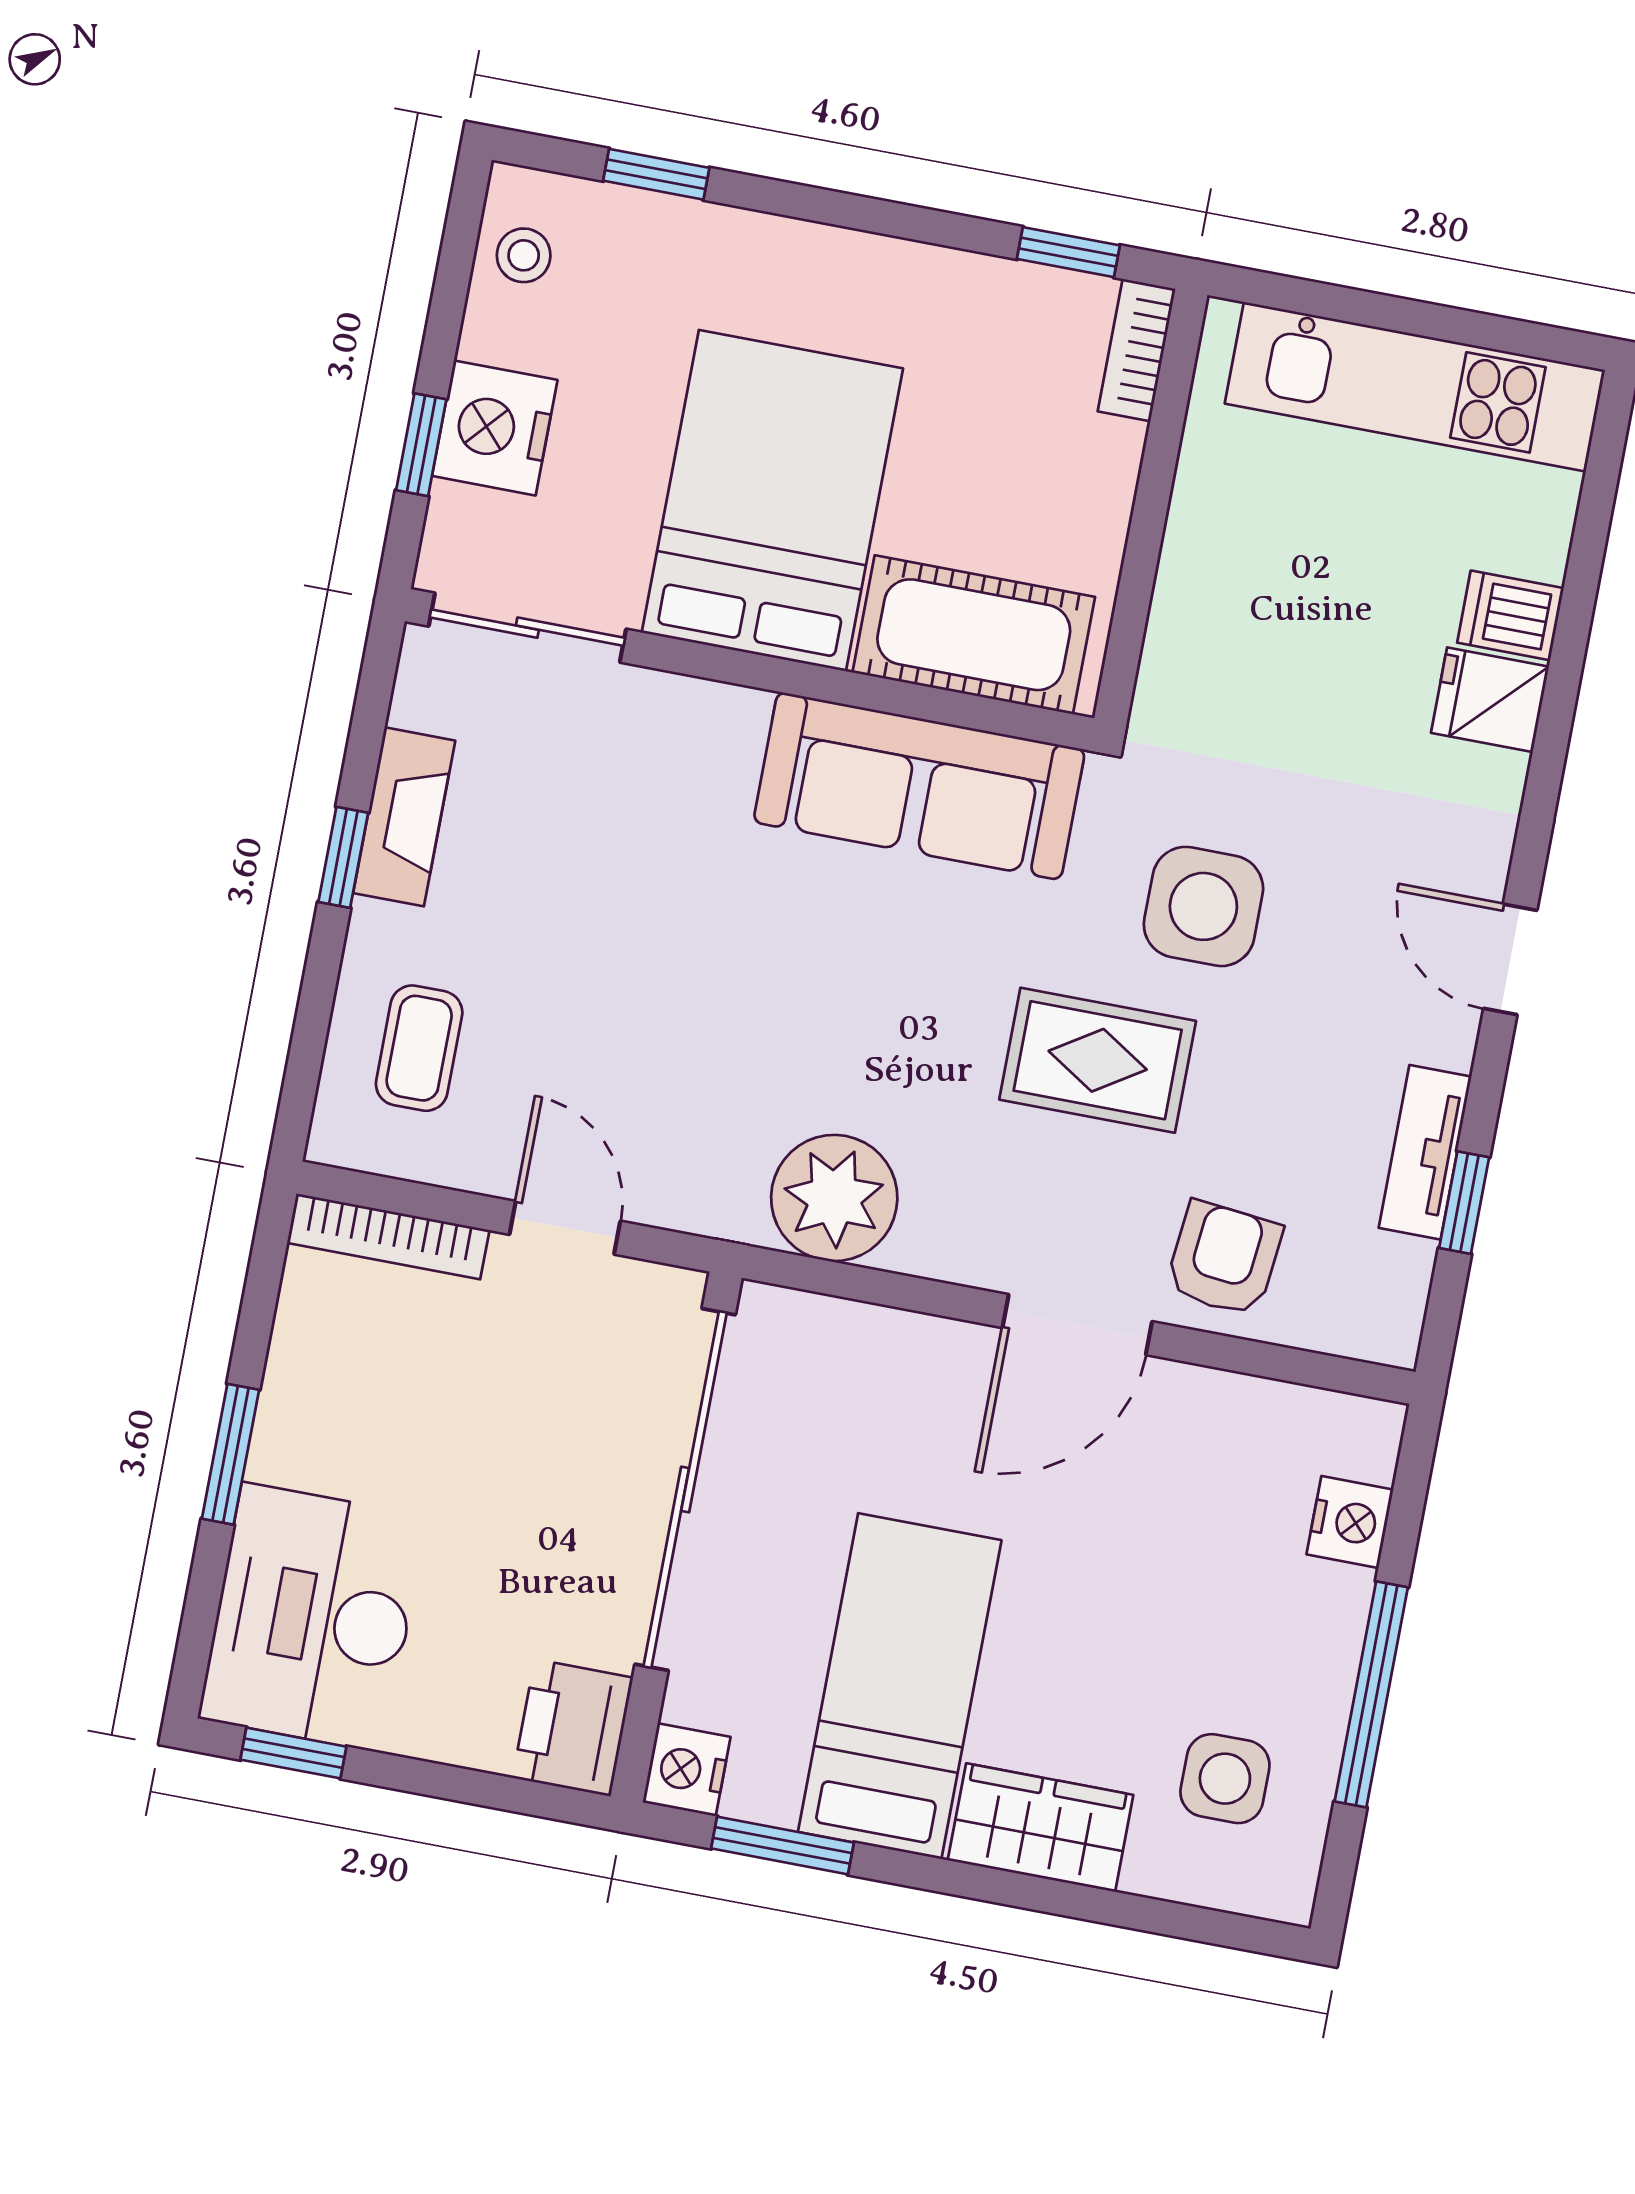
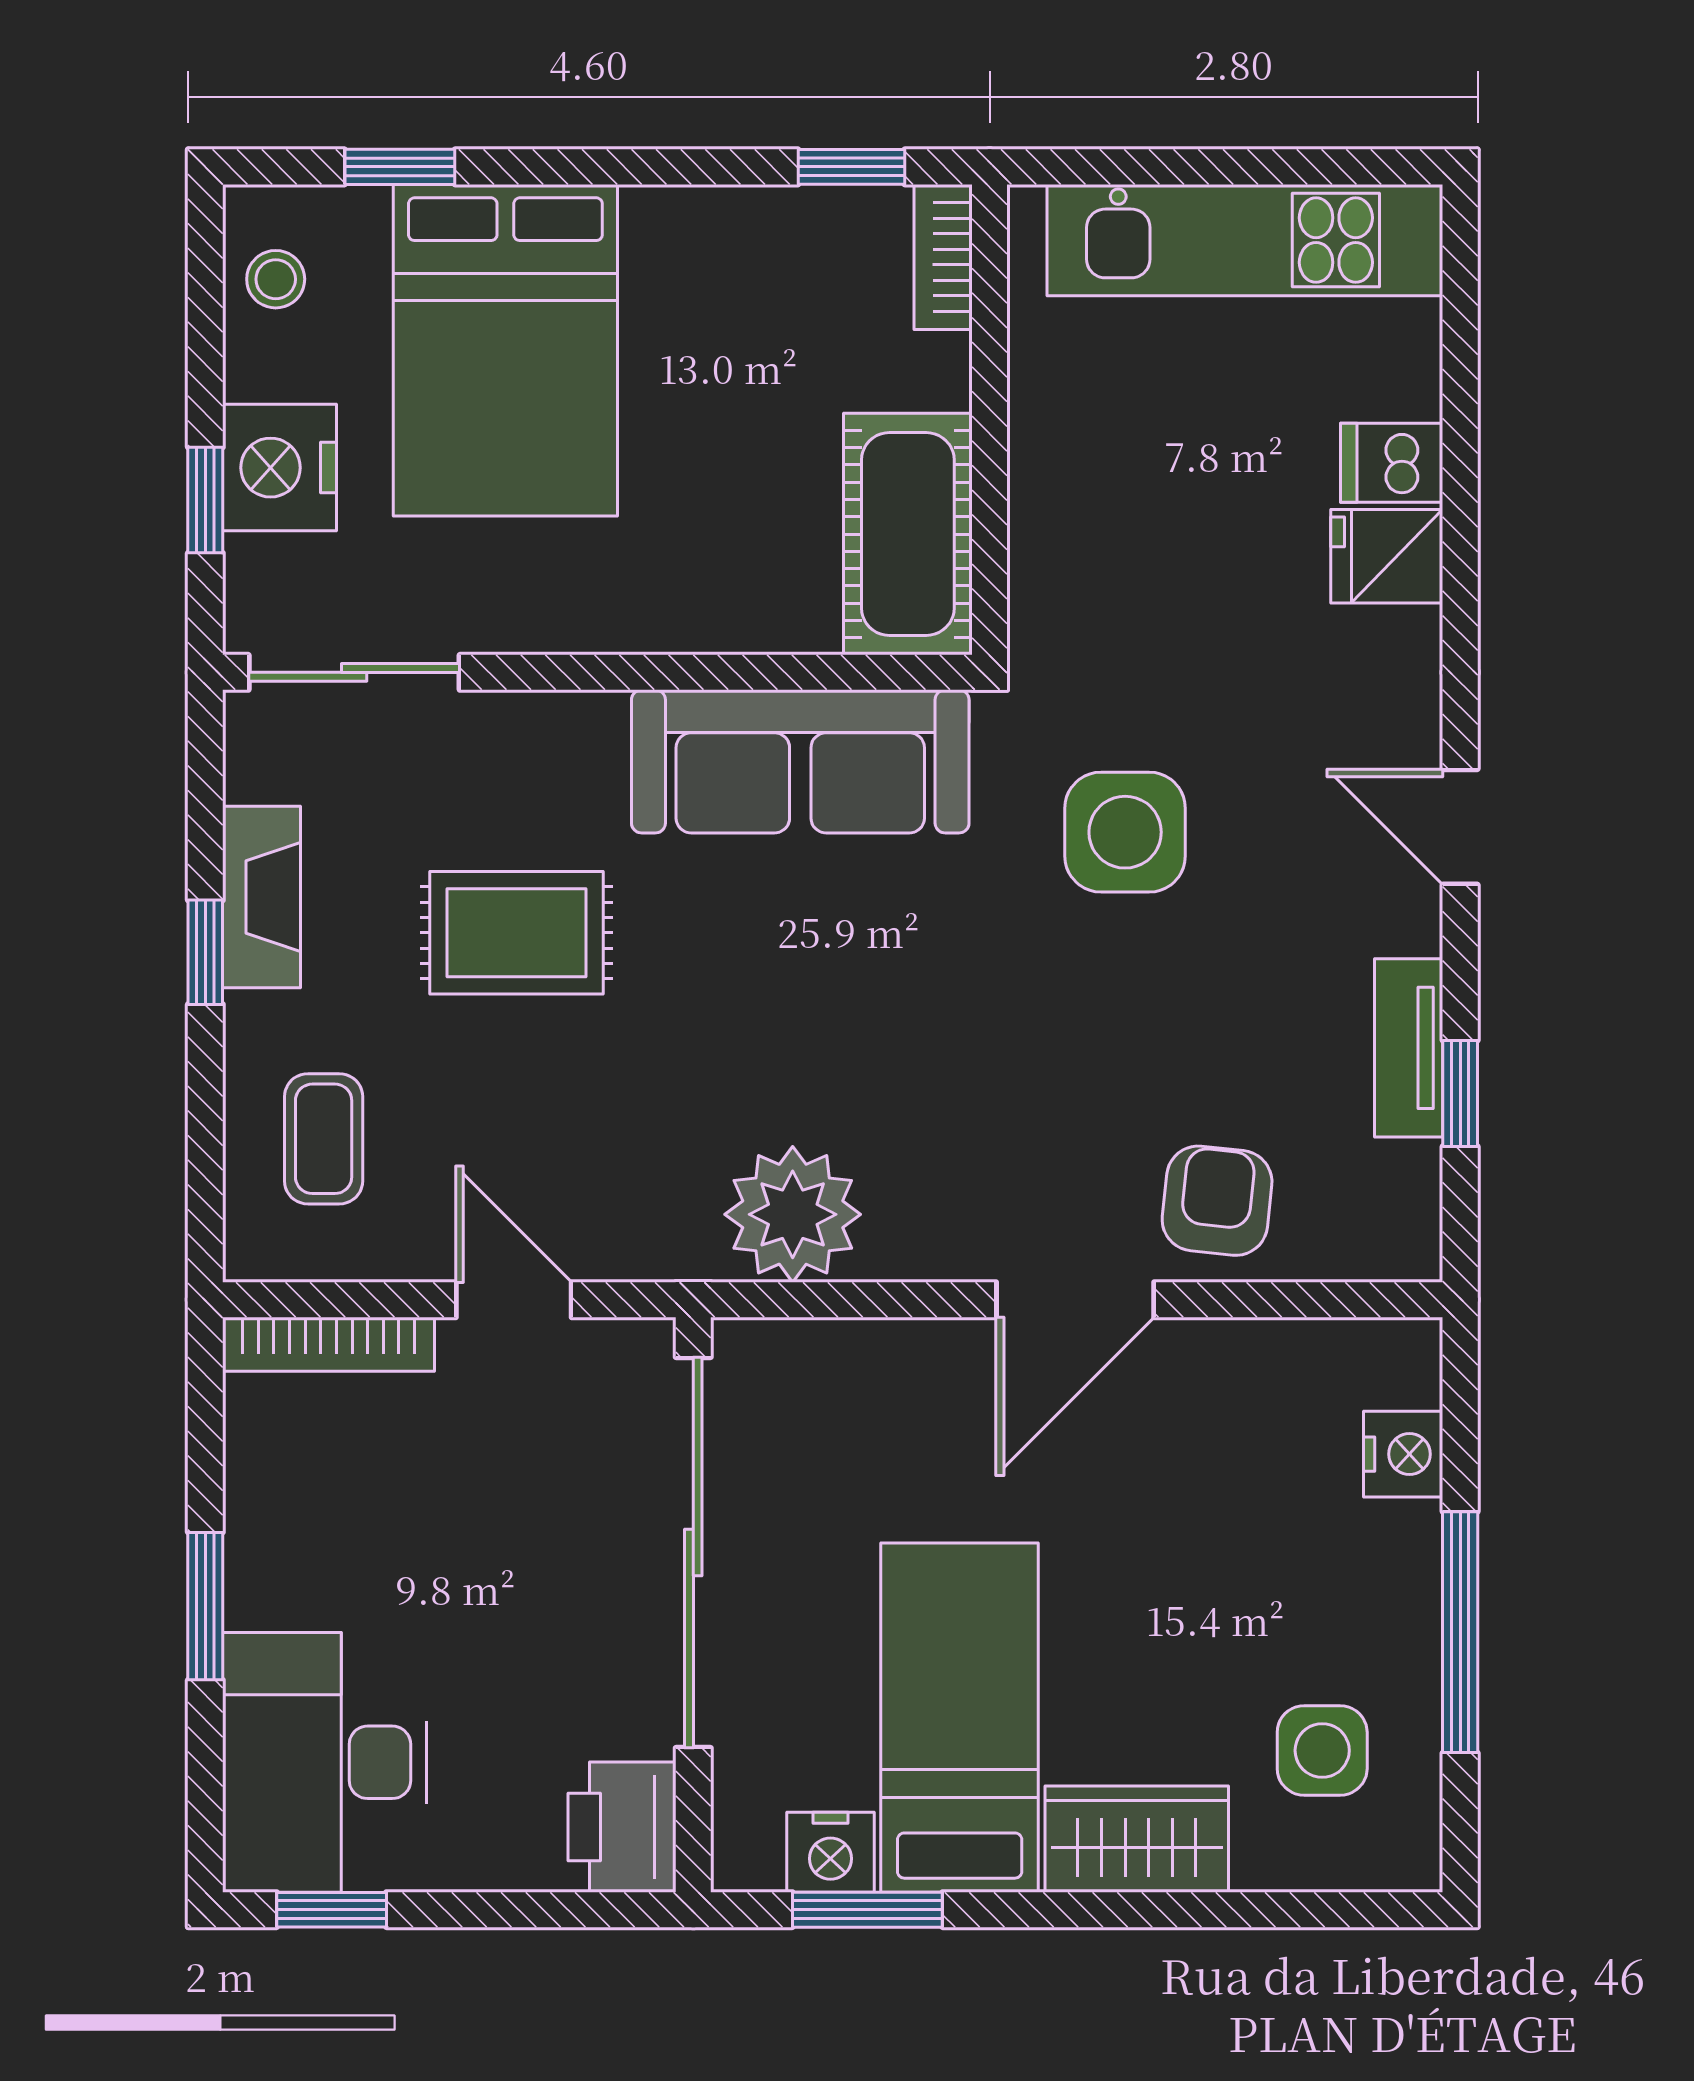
bed: (772, 501) -> (505, 350), moved, turned 180
cot: (974, 635) -> (908, 534), moved, turned 90
rug: (1098, 1060) -> (516, 933), moved
nightstand: (687, 1770) -> (830, 1852), moved, turned -90

